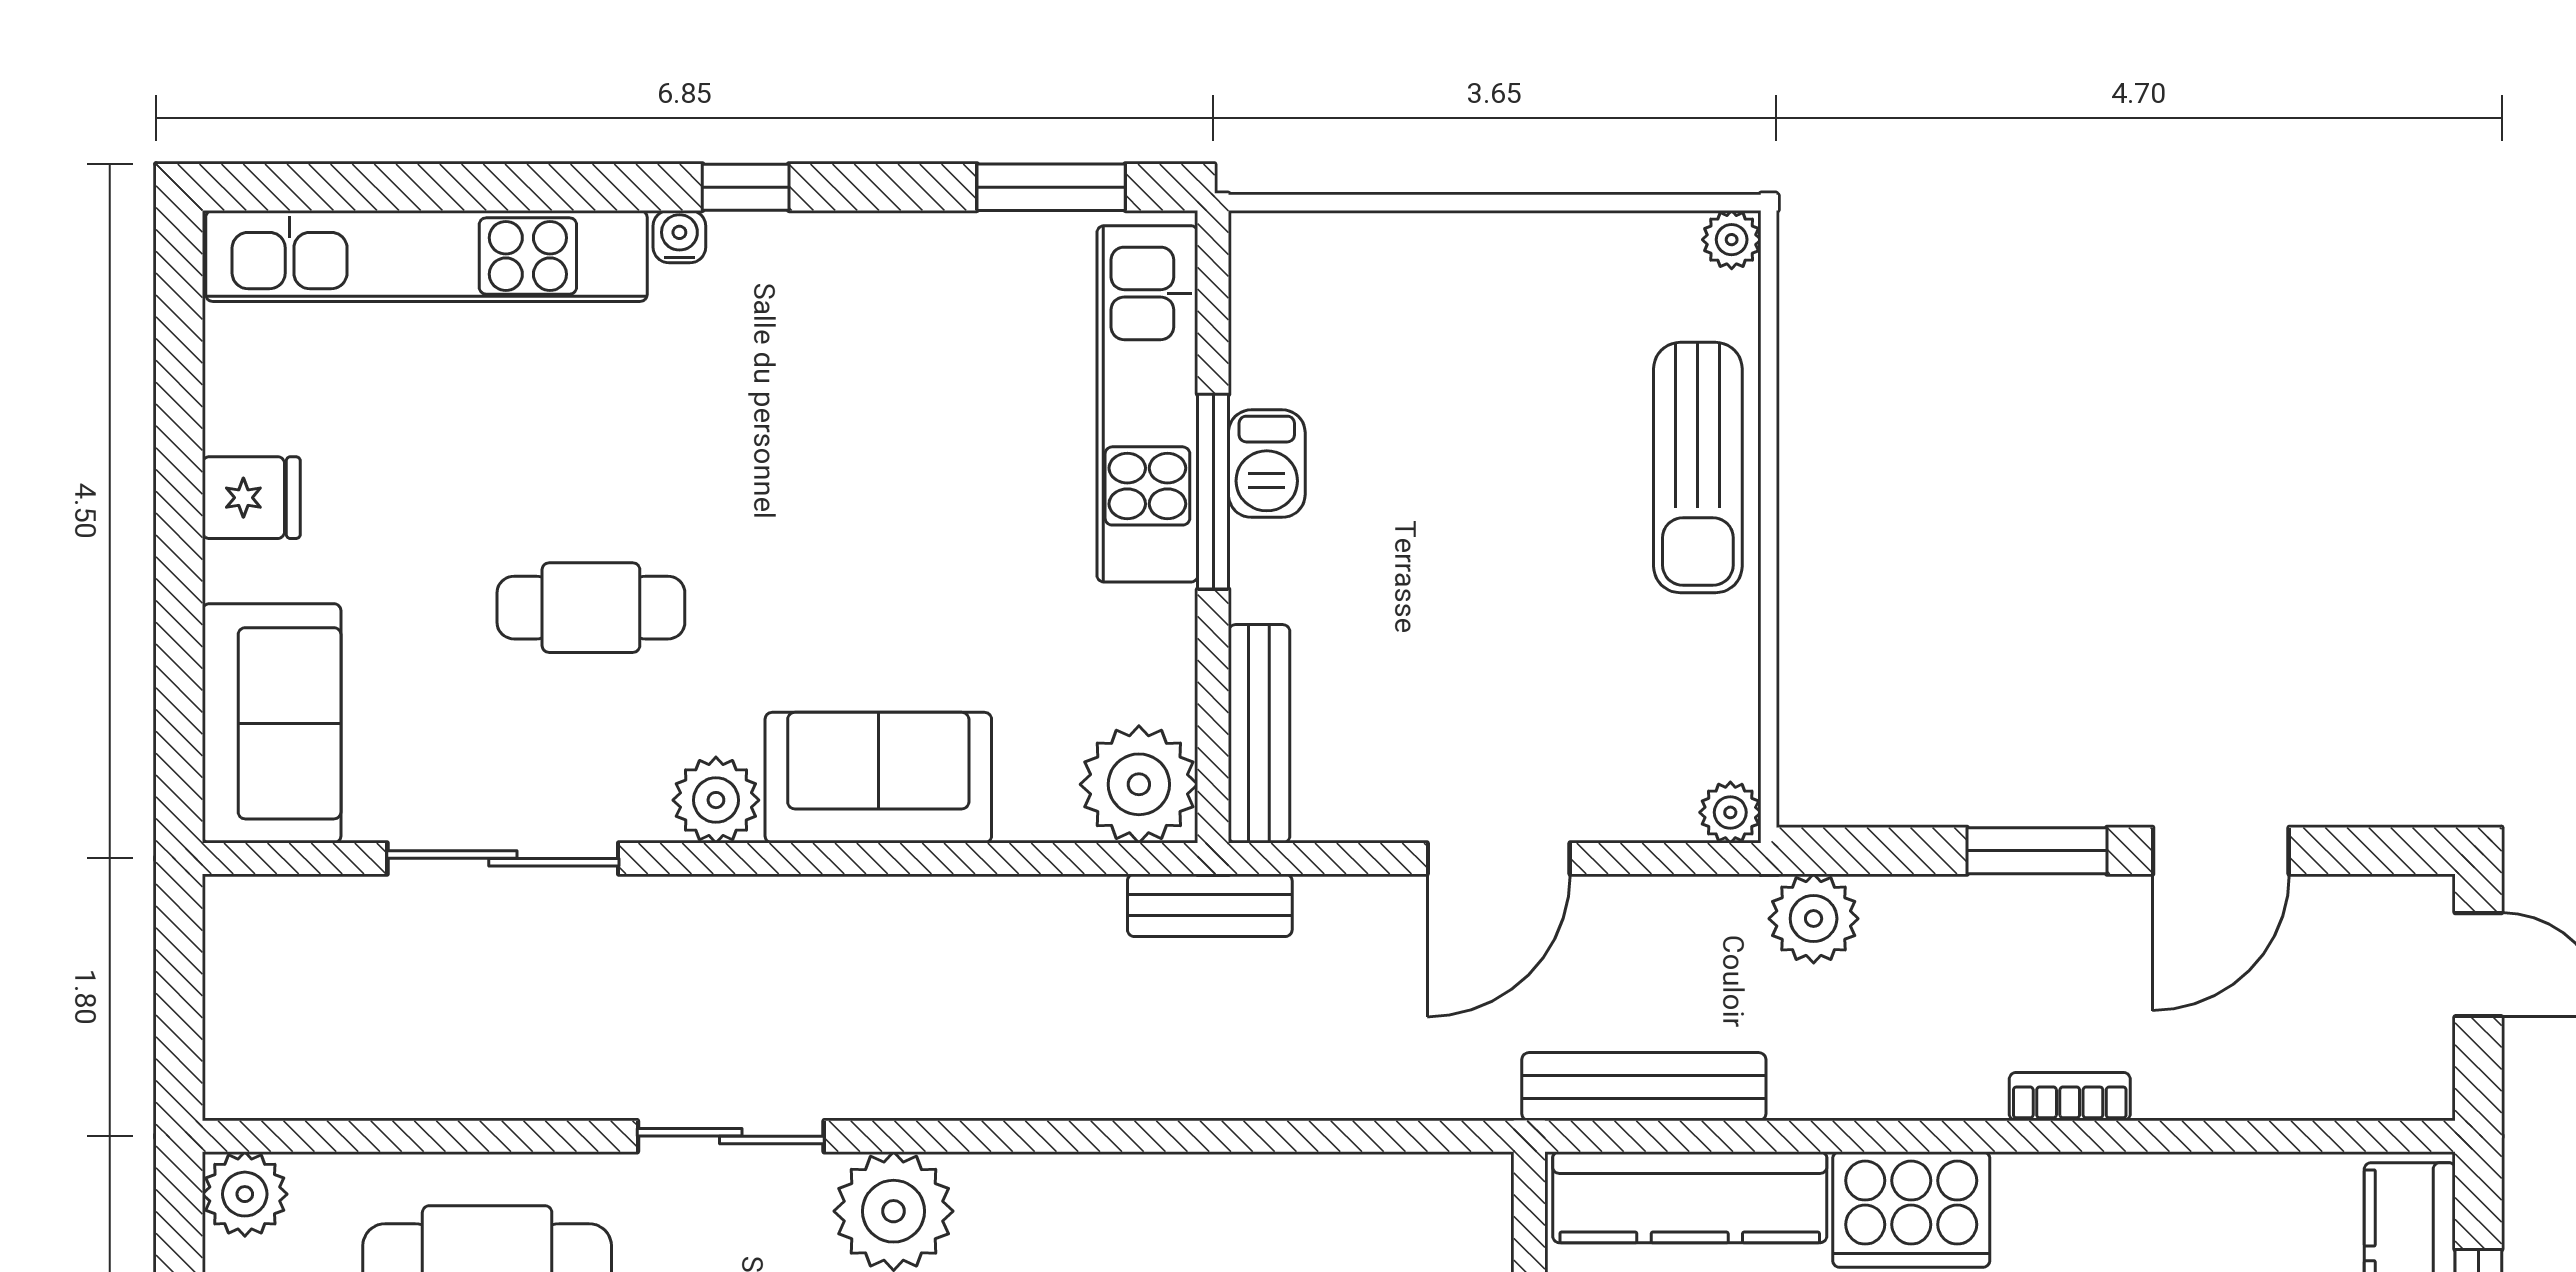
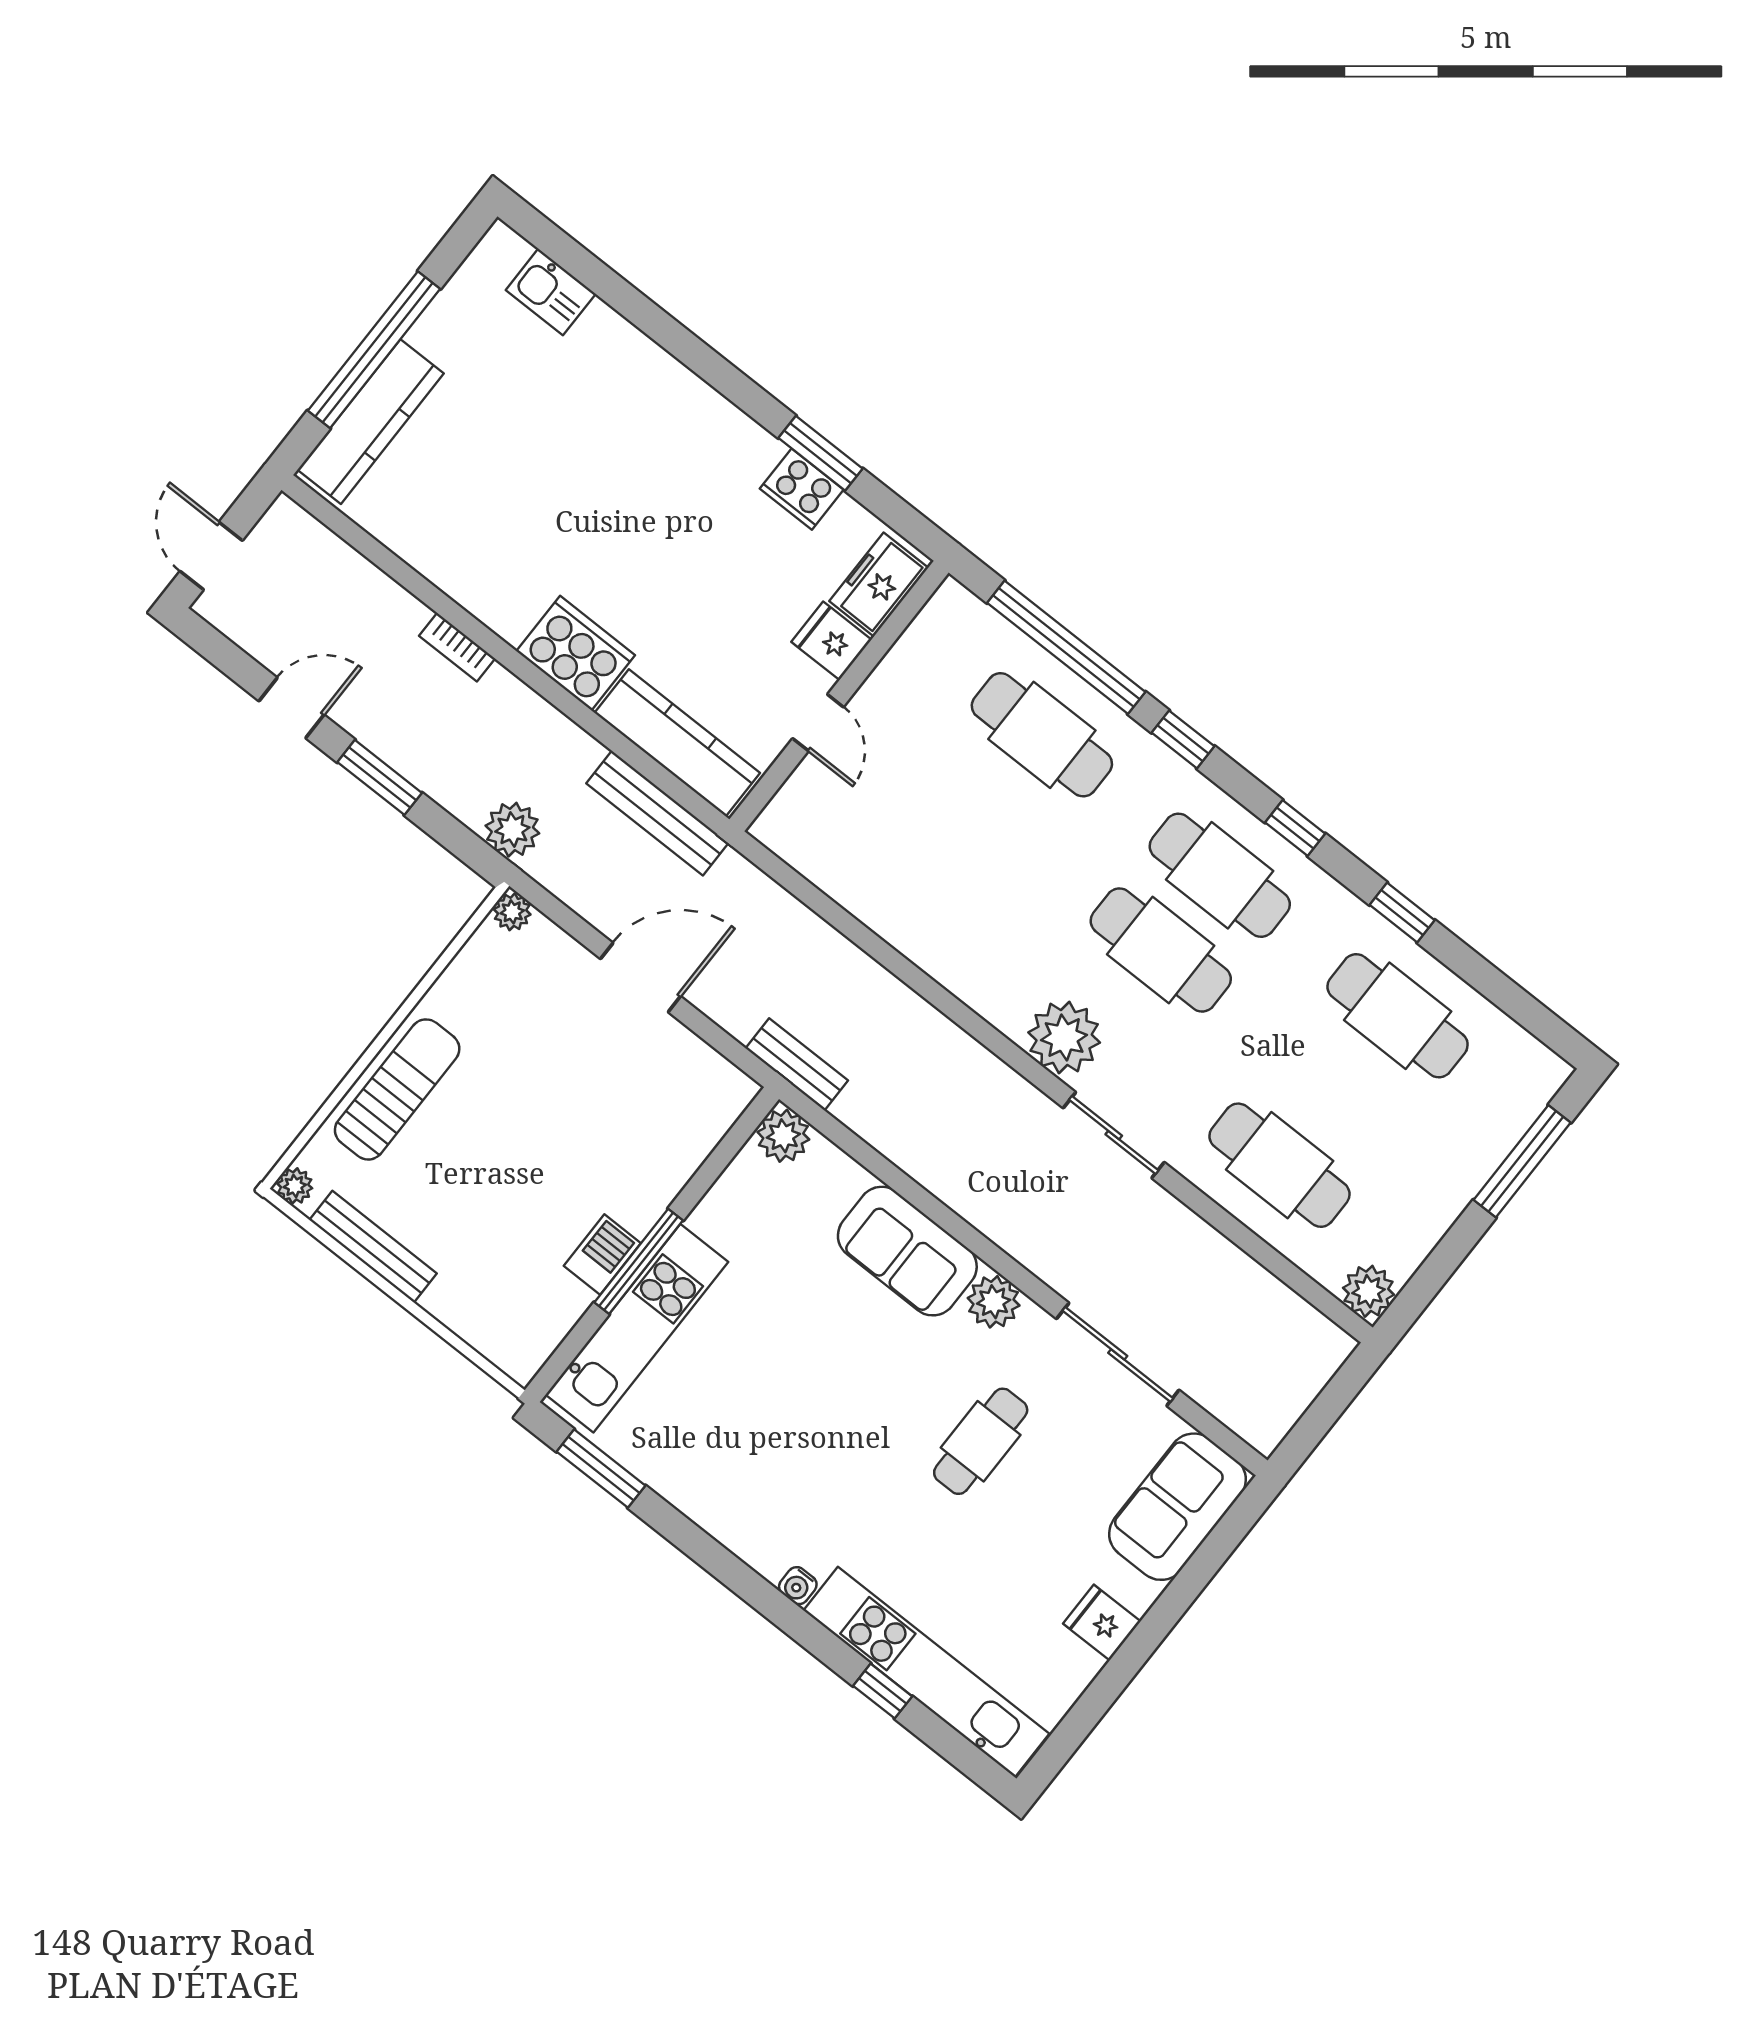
window: (746, 187) -> (883, 1691), moved
cafe table: (591, 608) -> (981, 1441), turned 90
bench: (1259, 734) -> (373, 1247), moved, turned 90
plant: (1139, 784) -> (783, 1136), width x0.73, depth x0.73
door: (2221, 851) -> (292, 708), width x0.73

